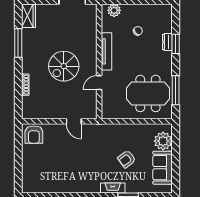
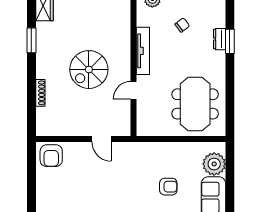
window: (18, 43) -> (31, 40), width x0.69
window: (176, 90) -> (230, 100), removed
meeting table: (148, 93) -> (195, 104), turned 90
armchair: (127, 159) -> (168, 187), turned -144

